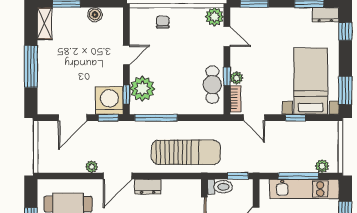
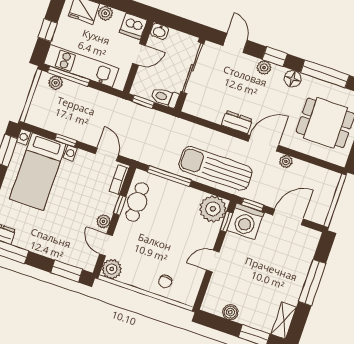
plant: (237, 78) -> (103, 221), moved
plant: (142, 89) -> (213, 209), moved
window: (156, 118) -> (169, 176), moved
sun lounger: (186, 152) -> (215, 168), moved
window: (298, 176) -> (69, 76), moved

